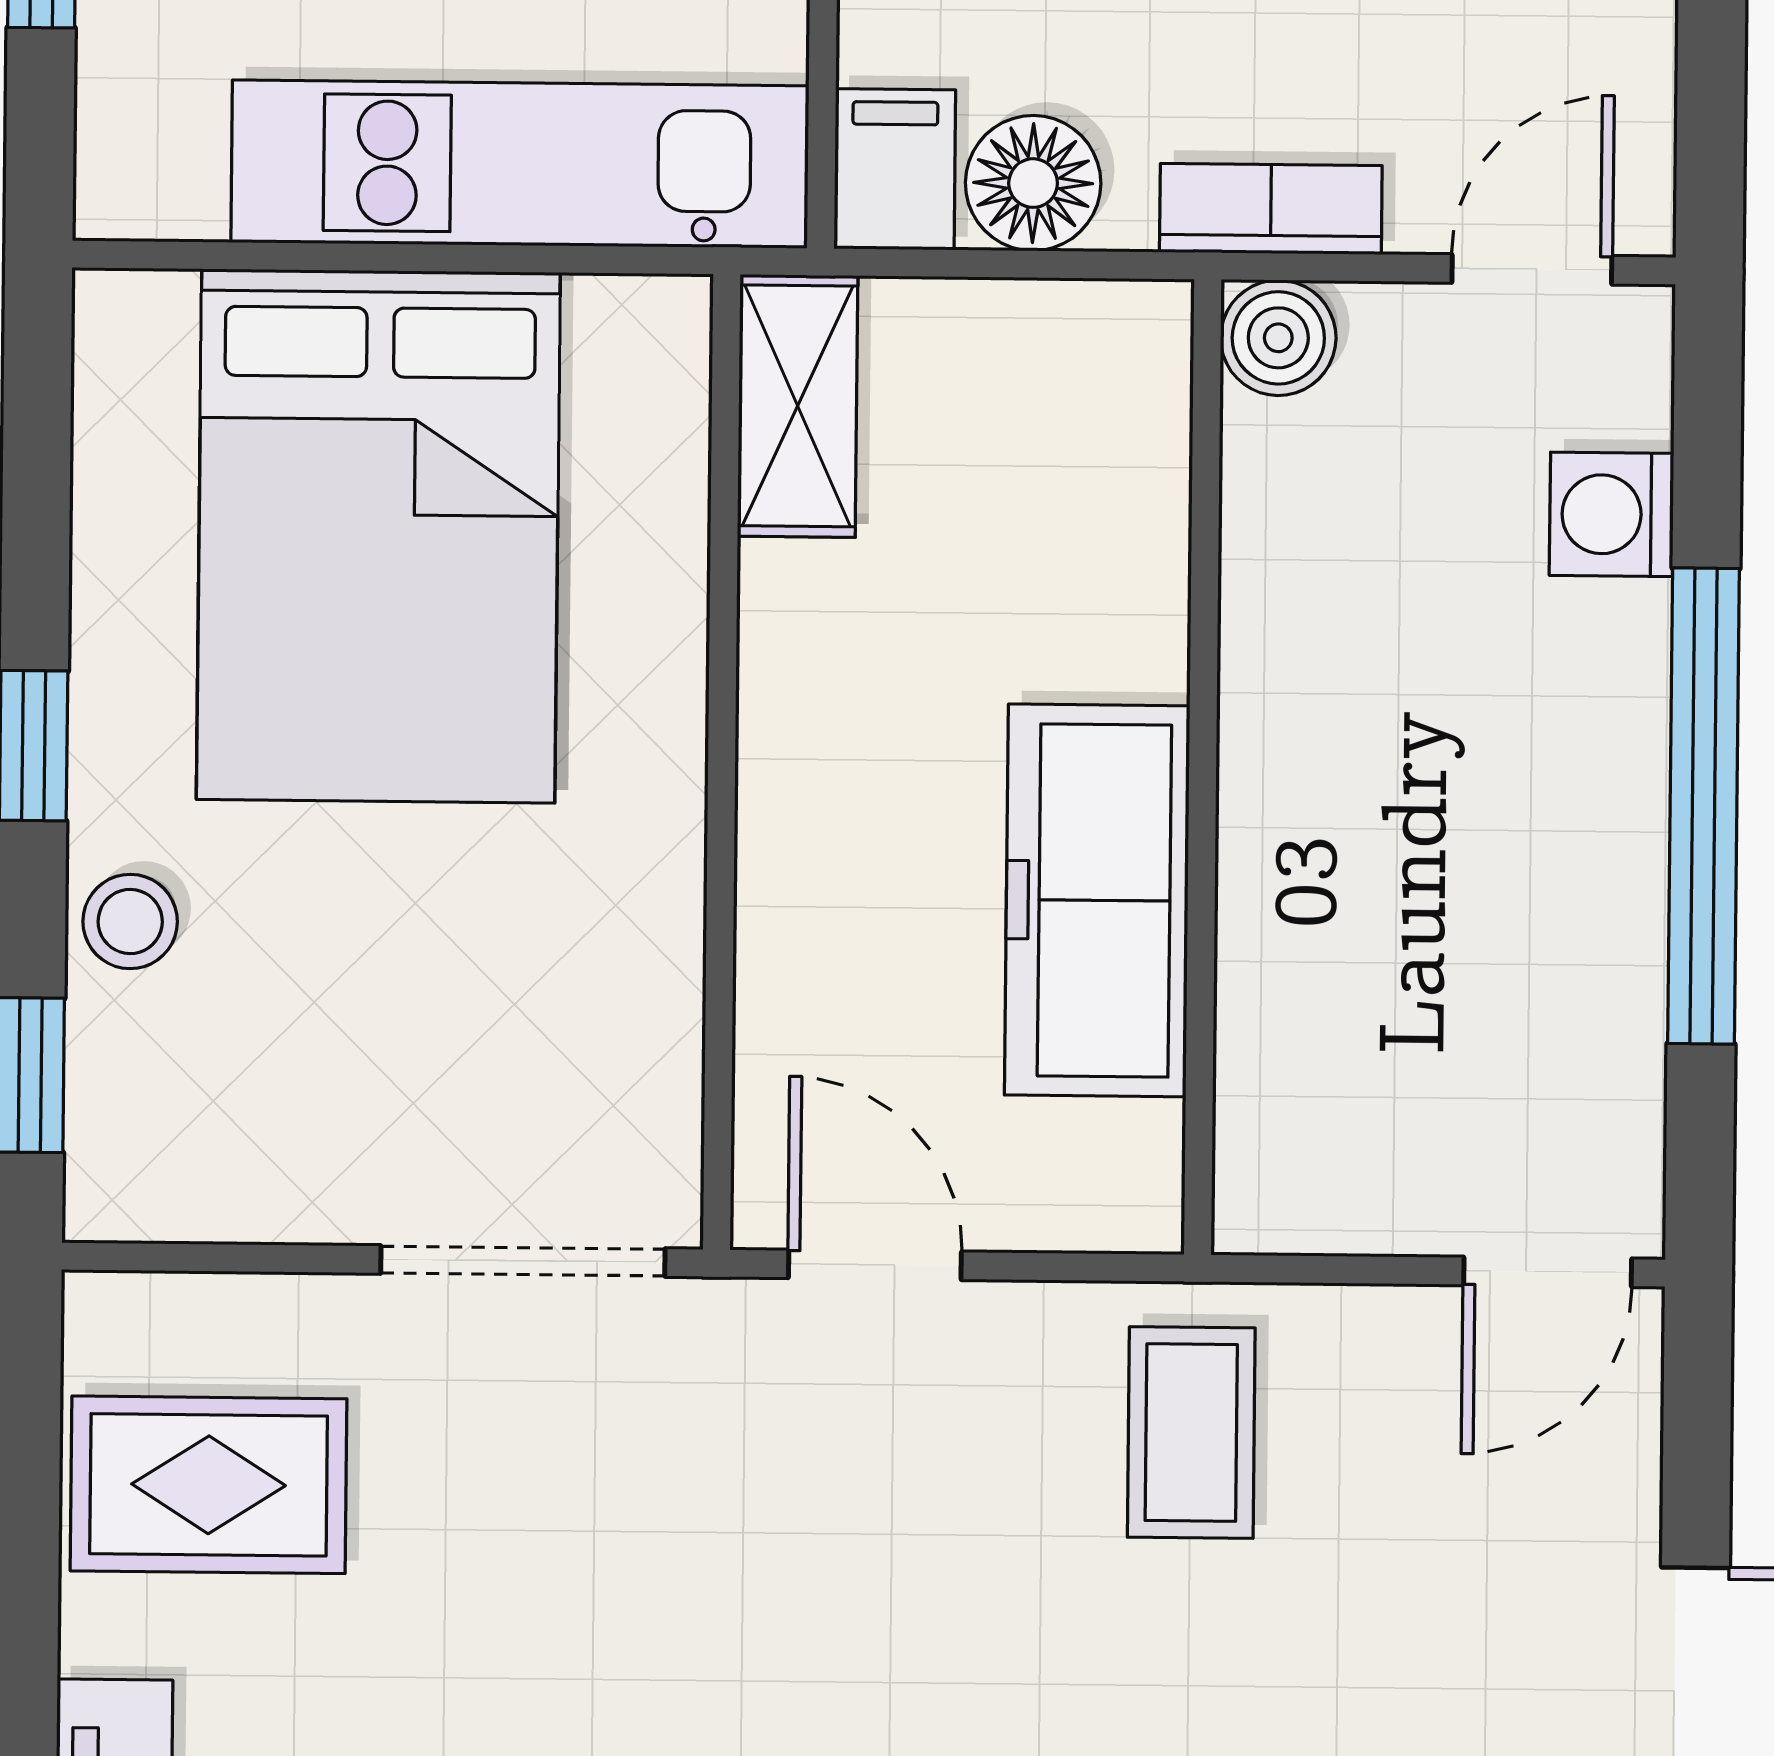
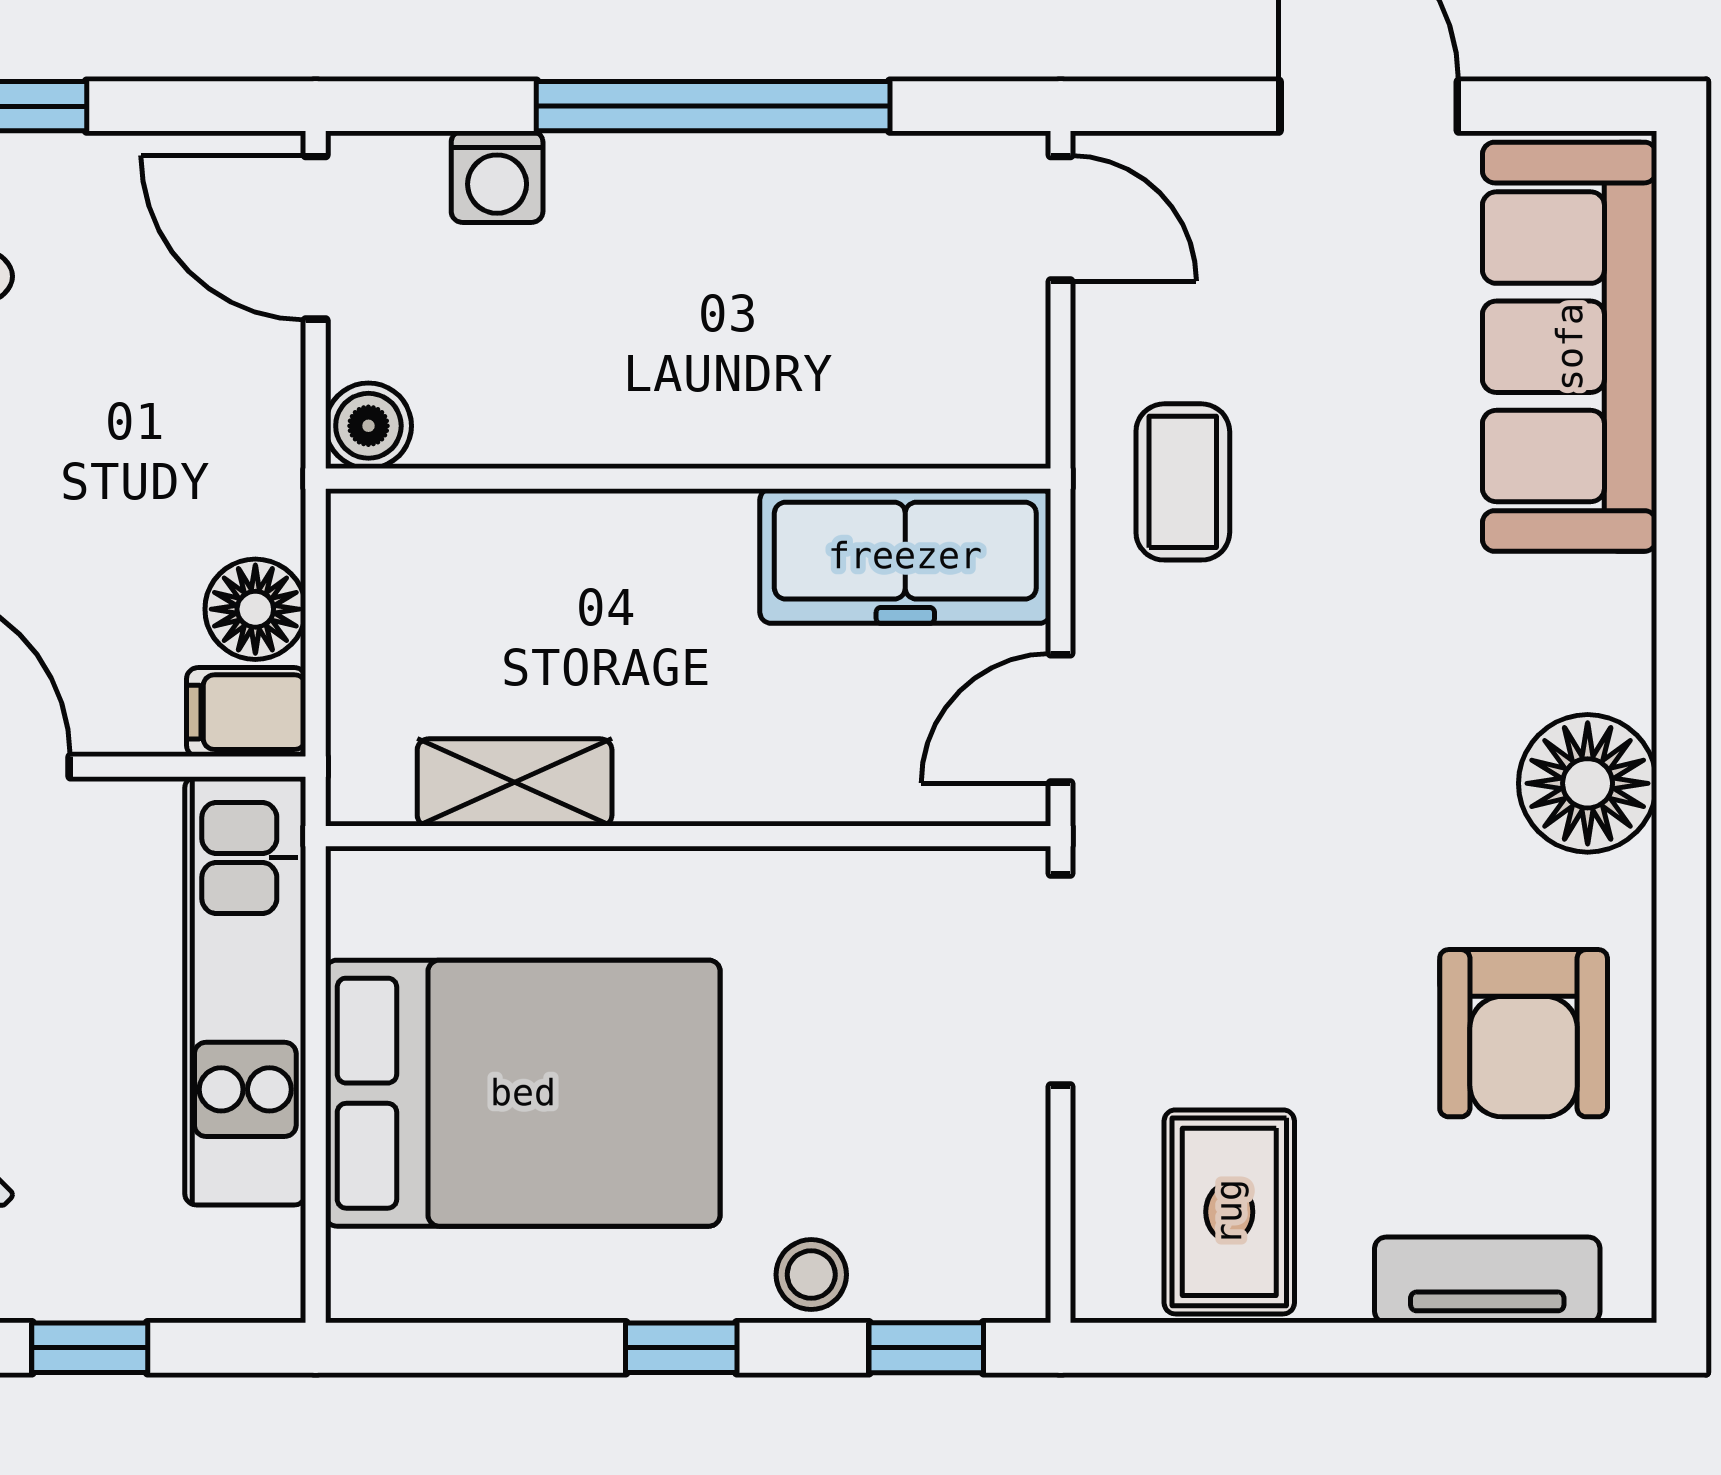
bookcase: (1271, 209) -> (273, 432), removed
door: (1532, 269) -> (316, 238), width x1.38
shelving: (798, 406) -> (515, 782), moved
freezer: (1097, 900) -> (905, 556), moved
coffee table: (1191, 1433) -> (1183, 482), turned 90

